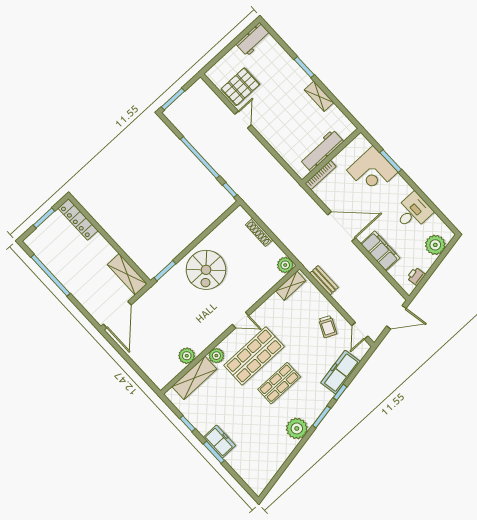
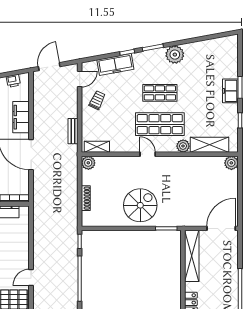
shelving: (127, 274) -> (192, 256), width x1.47
door: (396, 317) -> (49, 67), hinge flipped
plant: (187, 356) -> (231, 163), moved

